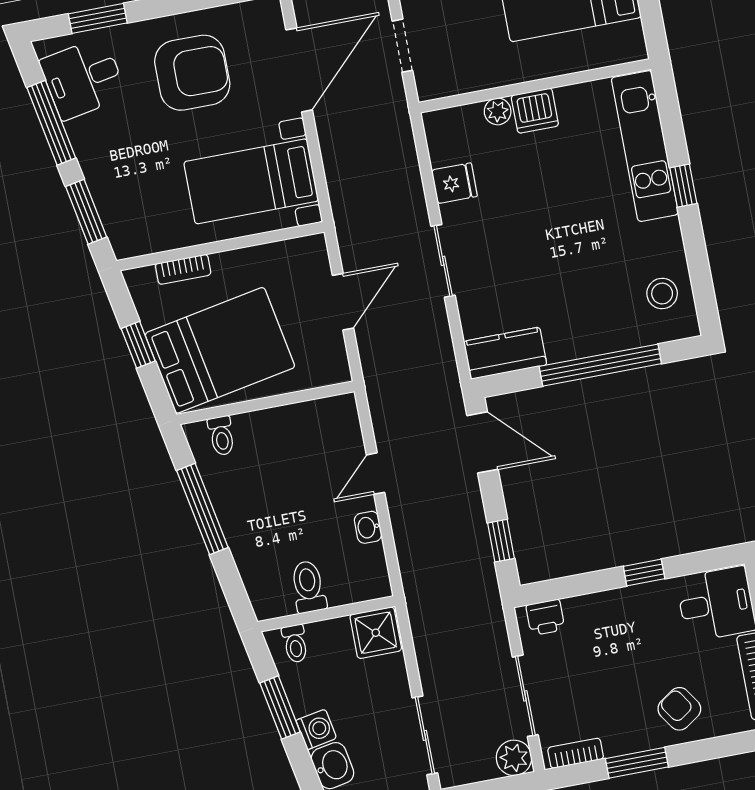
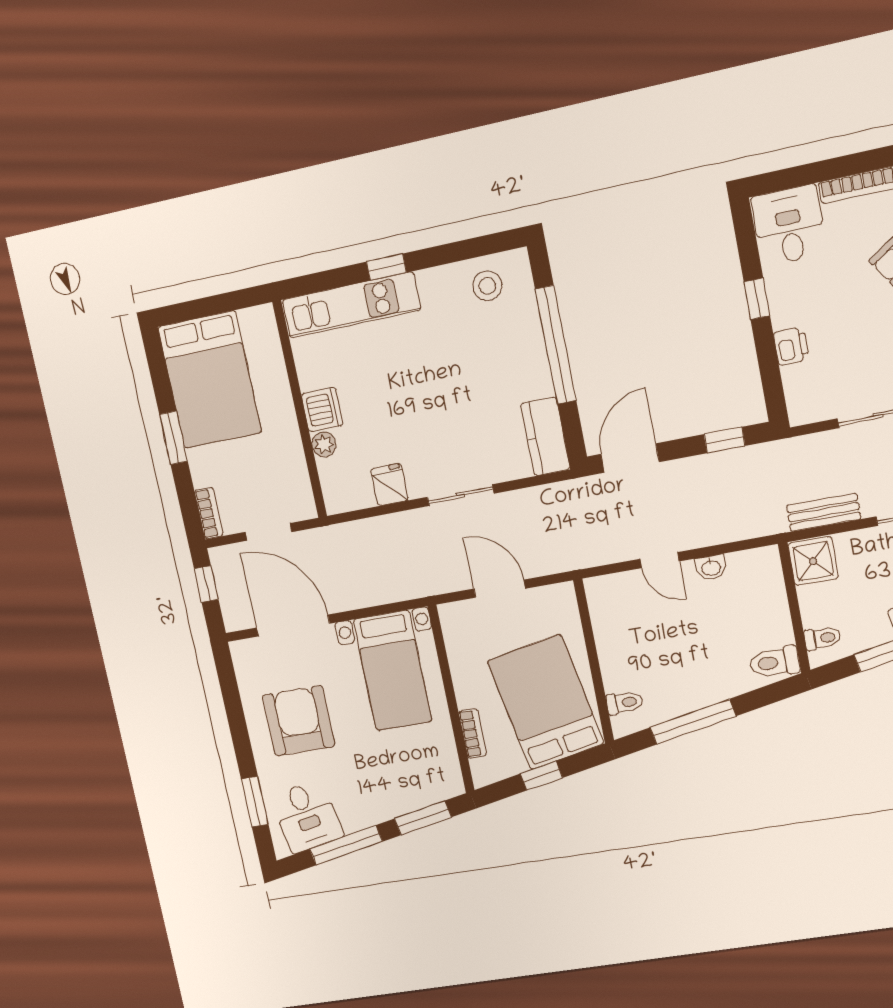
toilet: (308, 587) -> (775, 662), moved
printer: (545, 617) -> (791, 346), moved
bench: (426, 643) -> (824, 512), added

